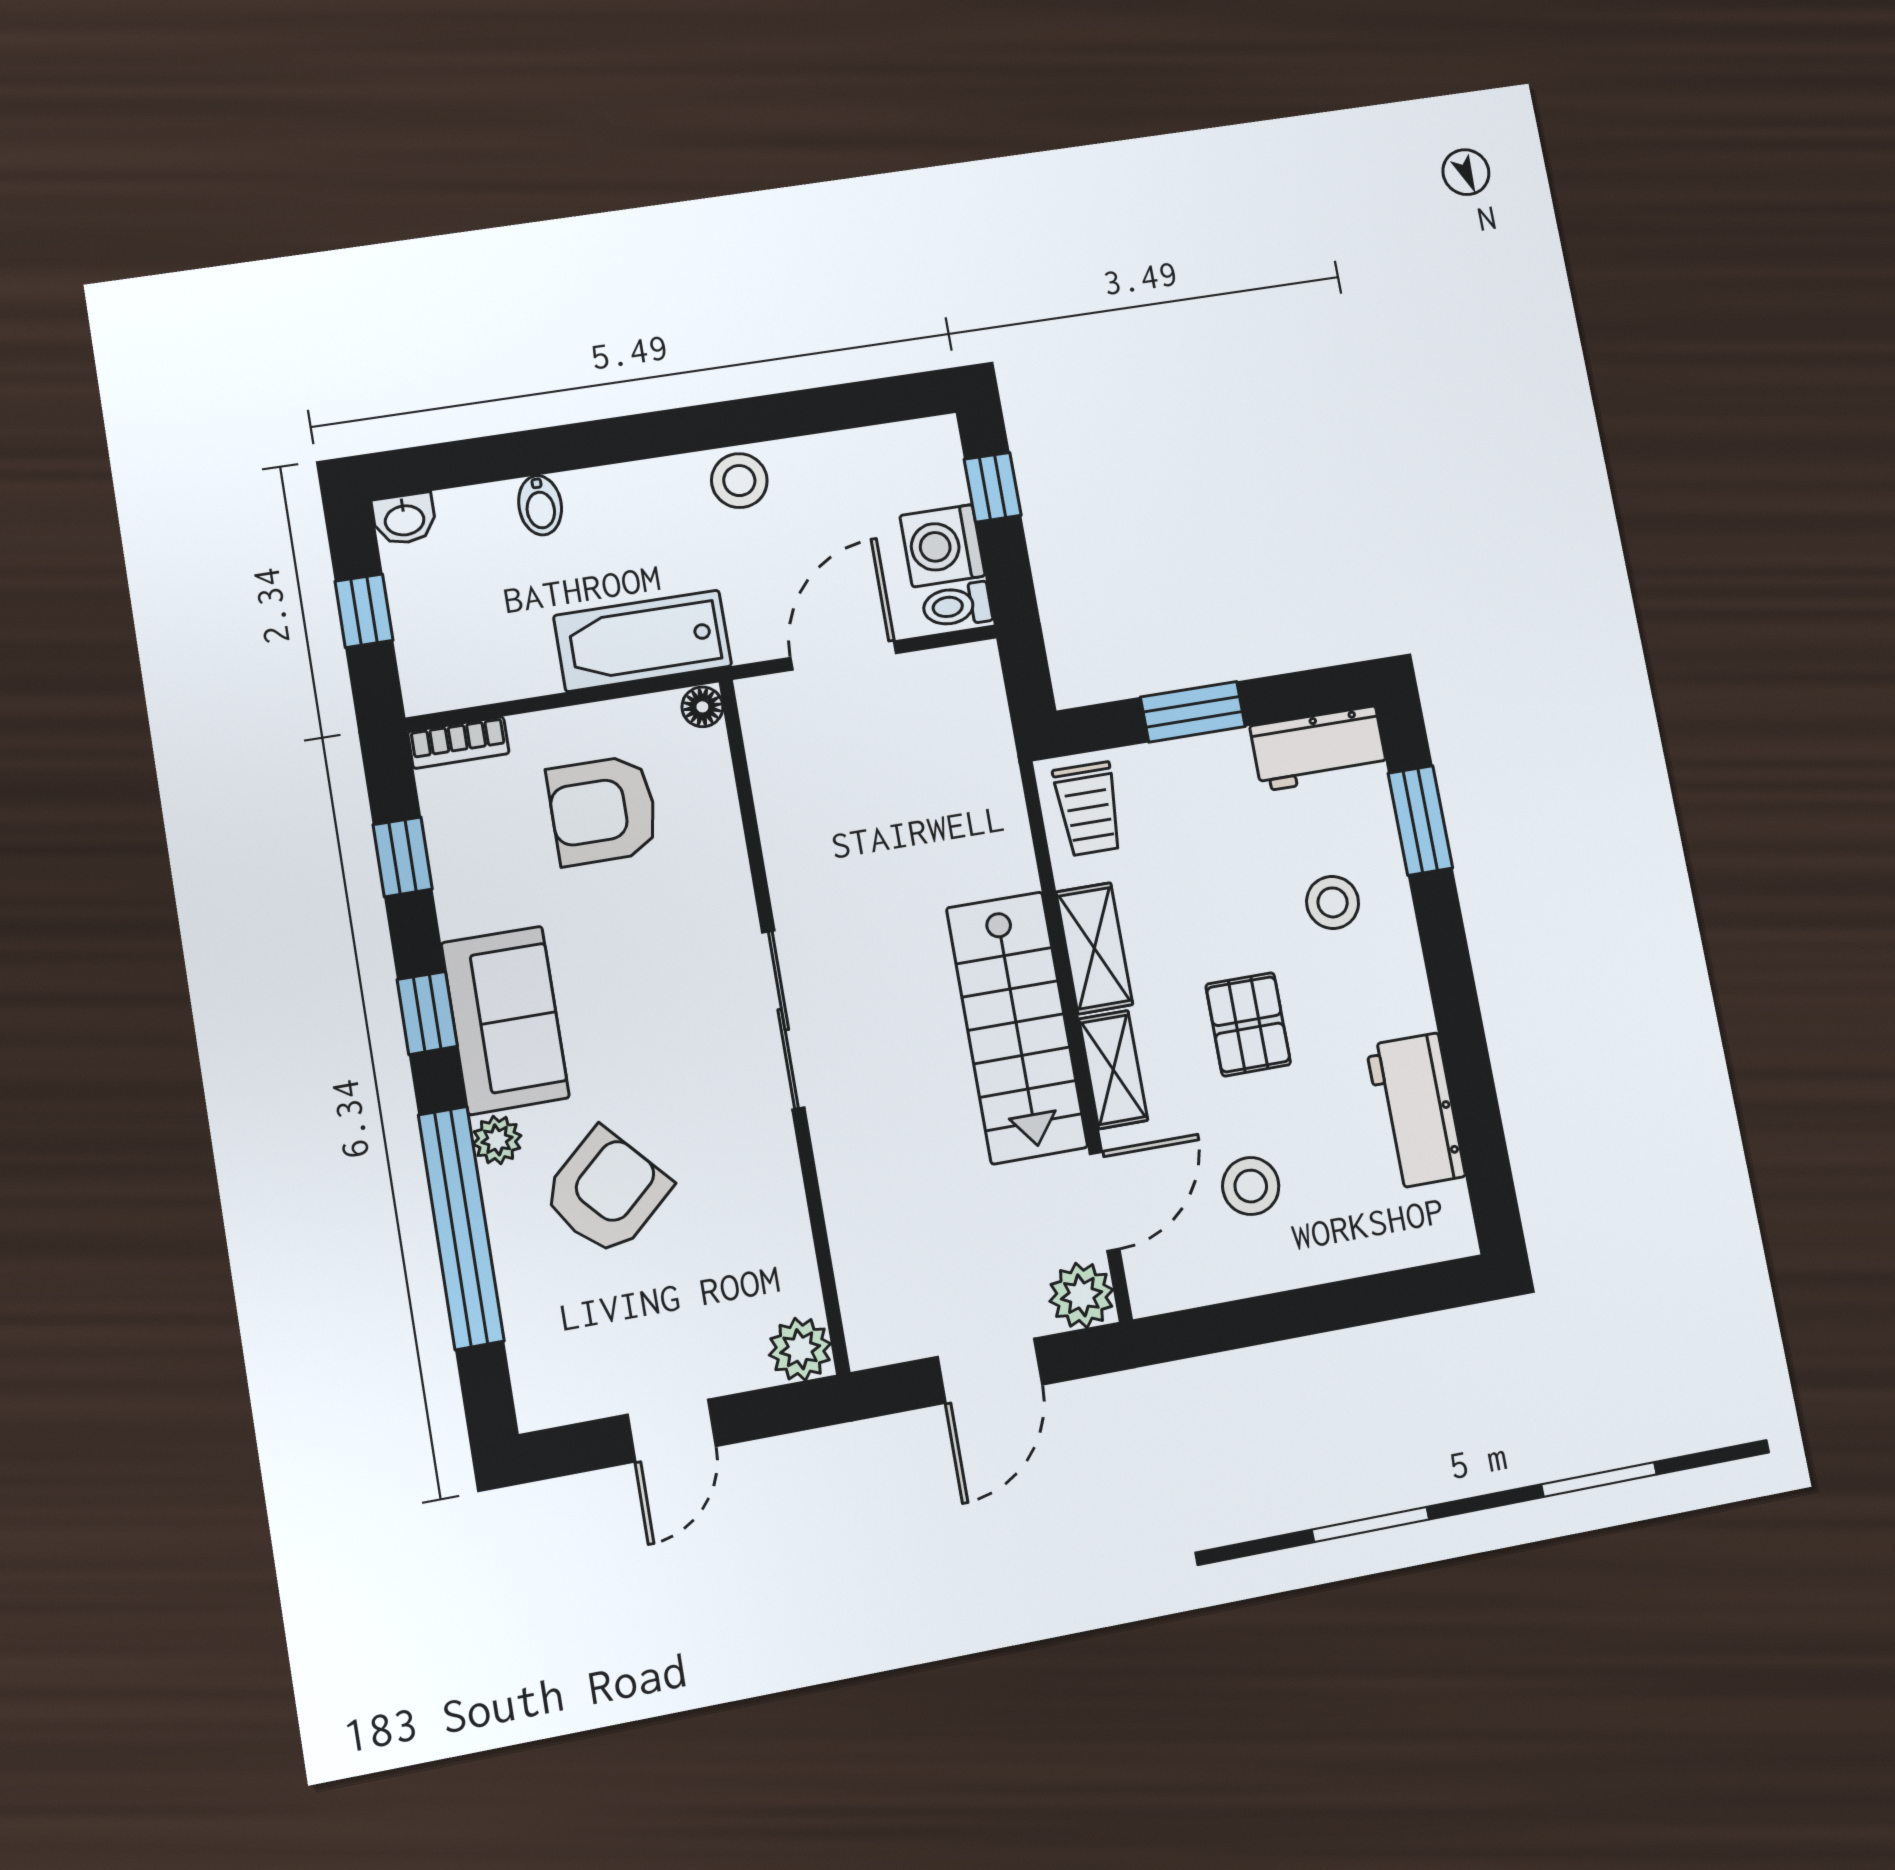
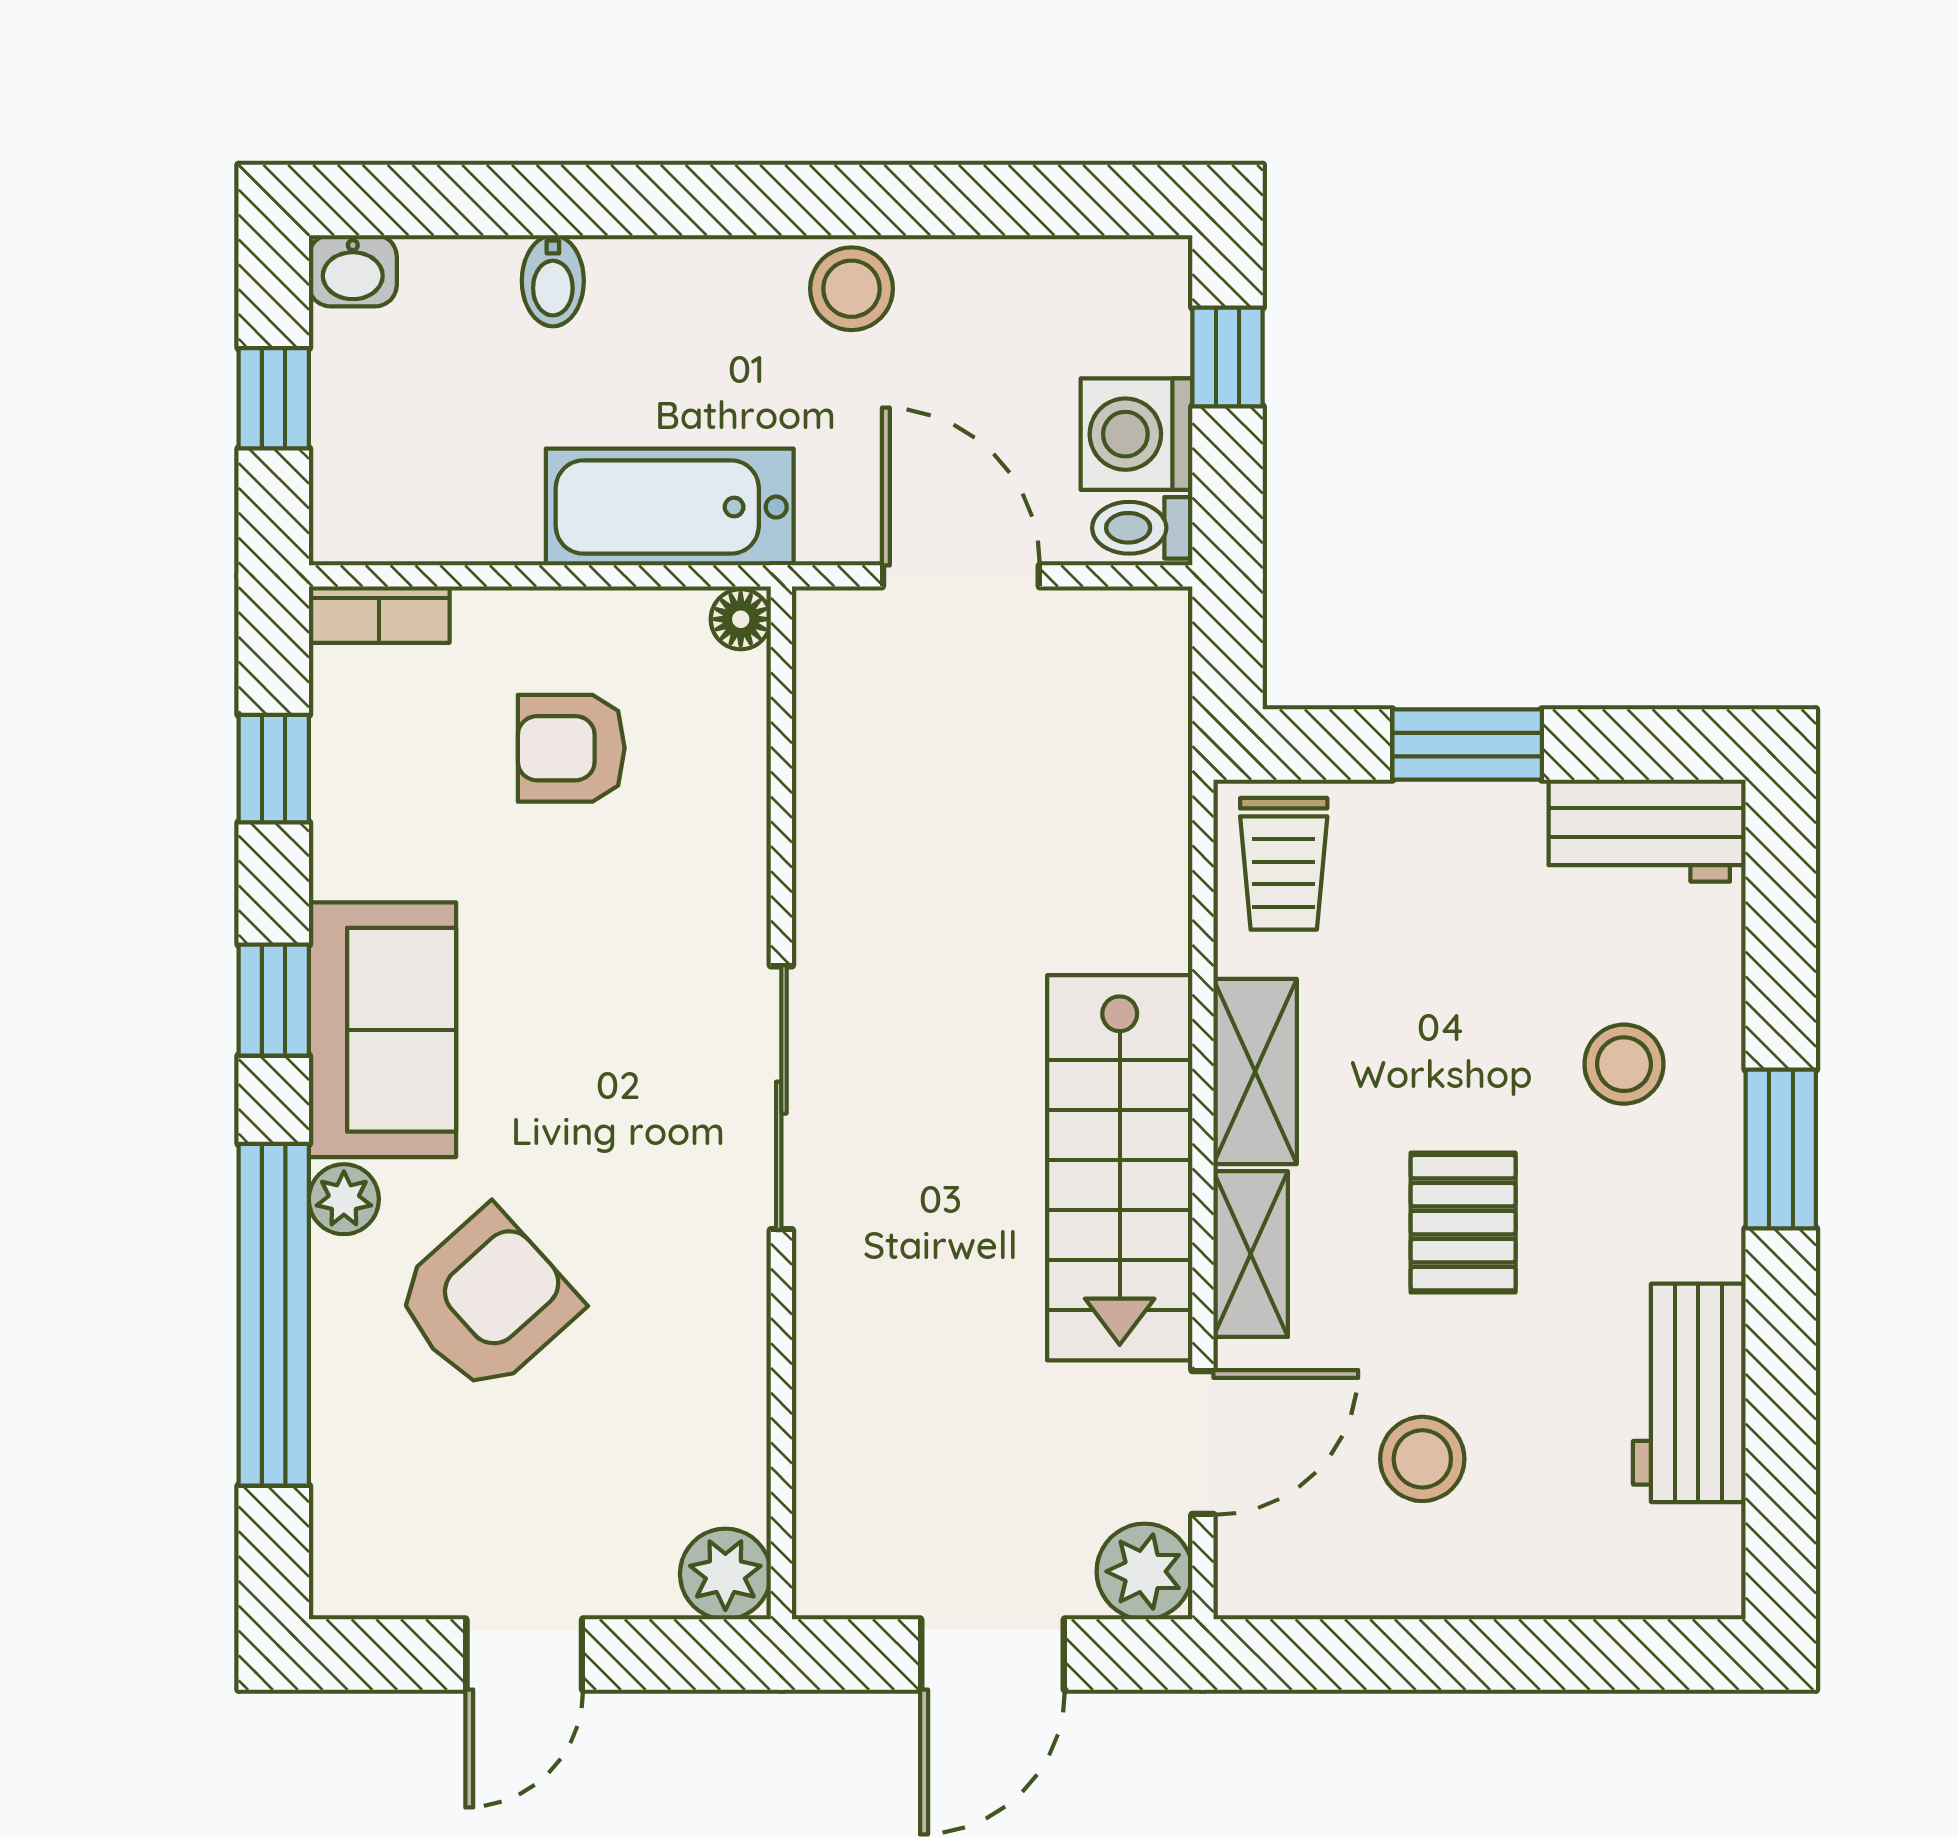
door: (843, 655) -> (961, 576), hinge flipped
armchair: (603, 810) -> (571, 748), width x0.72, depth x0.72
window: (1420, 821) -> (1781, 1149), moved

